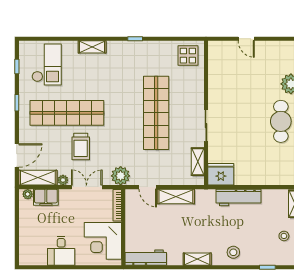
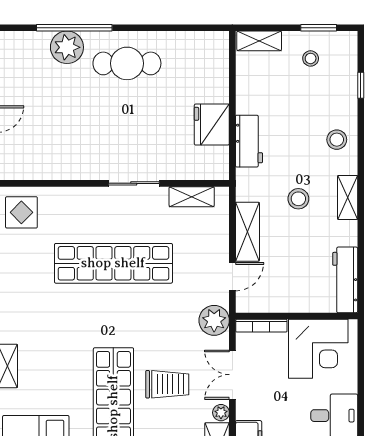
fridge: (221, 174) -> (212, 125), moved
workbench: (239, 198) -> (249, 141), width x0.73
stool: (196, 228) -> (298, 199), added

